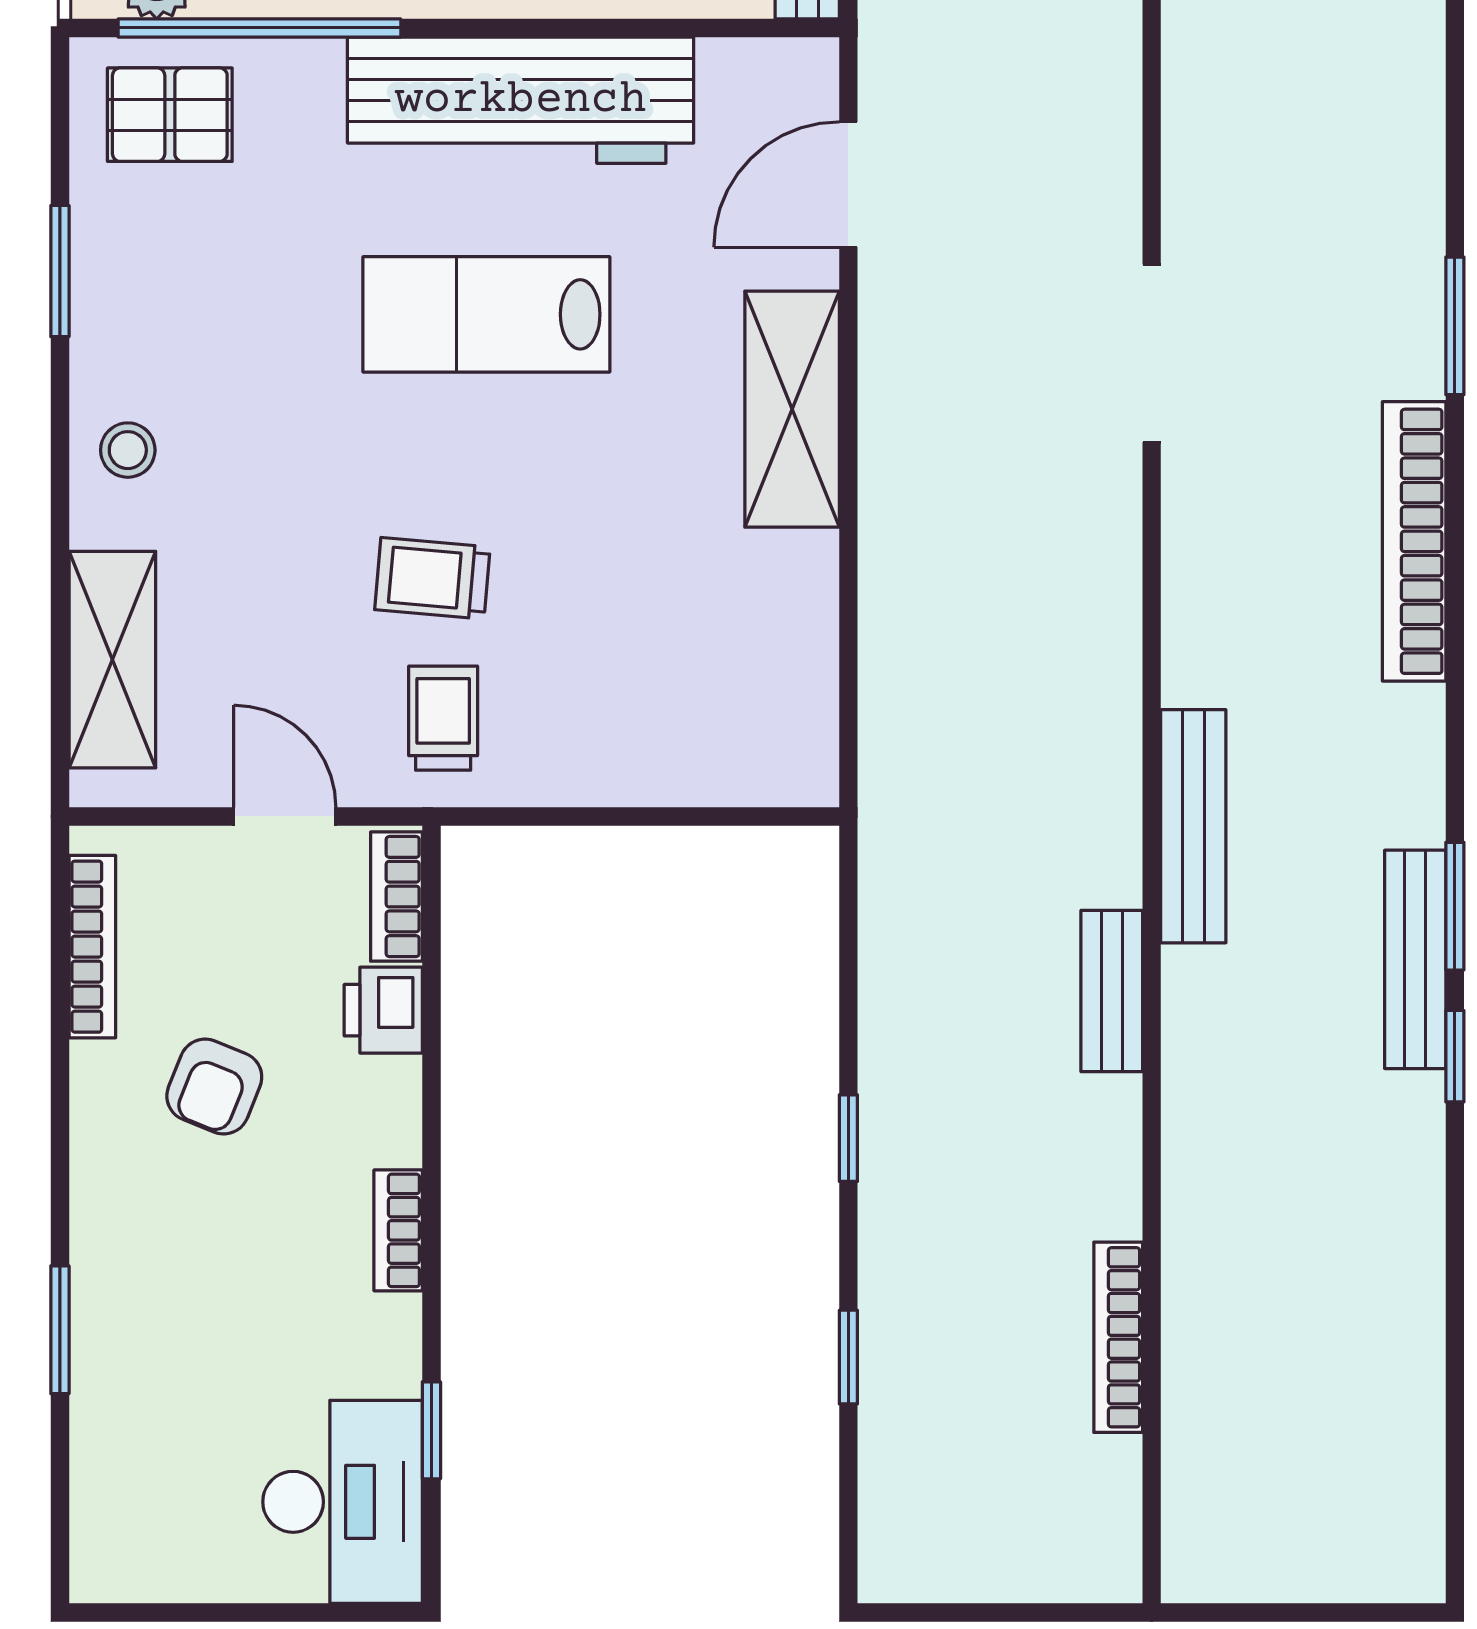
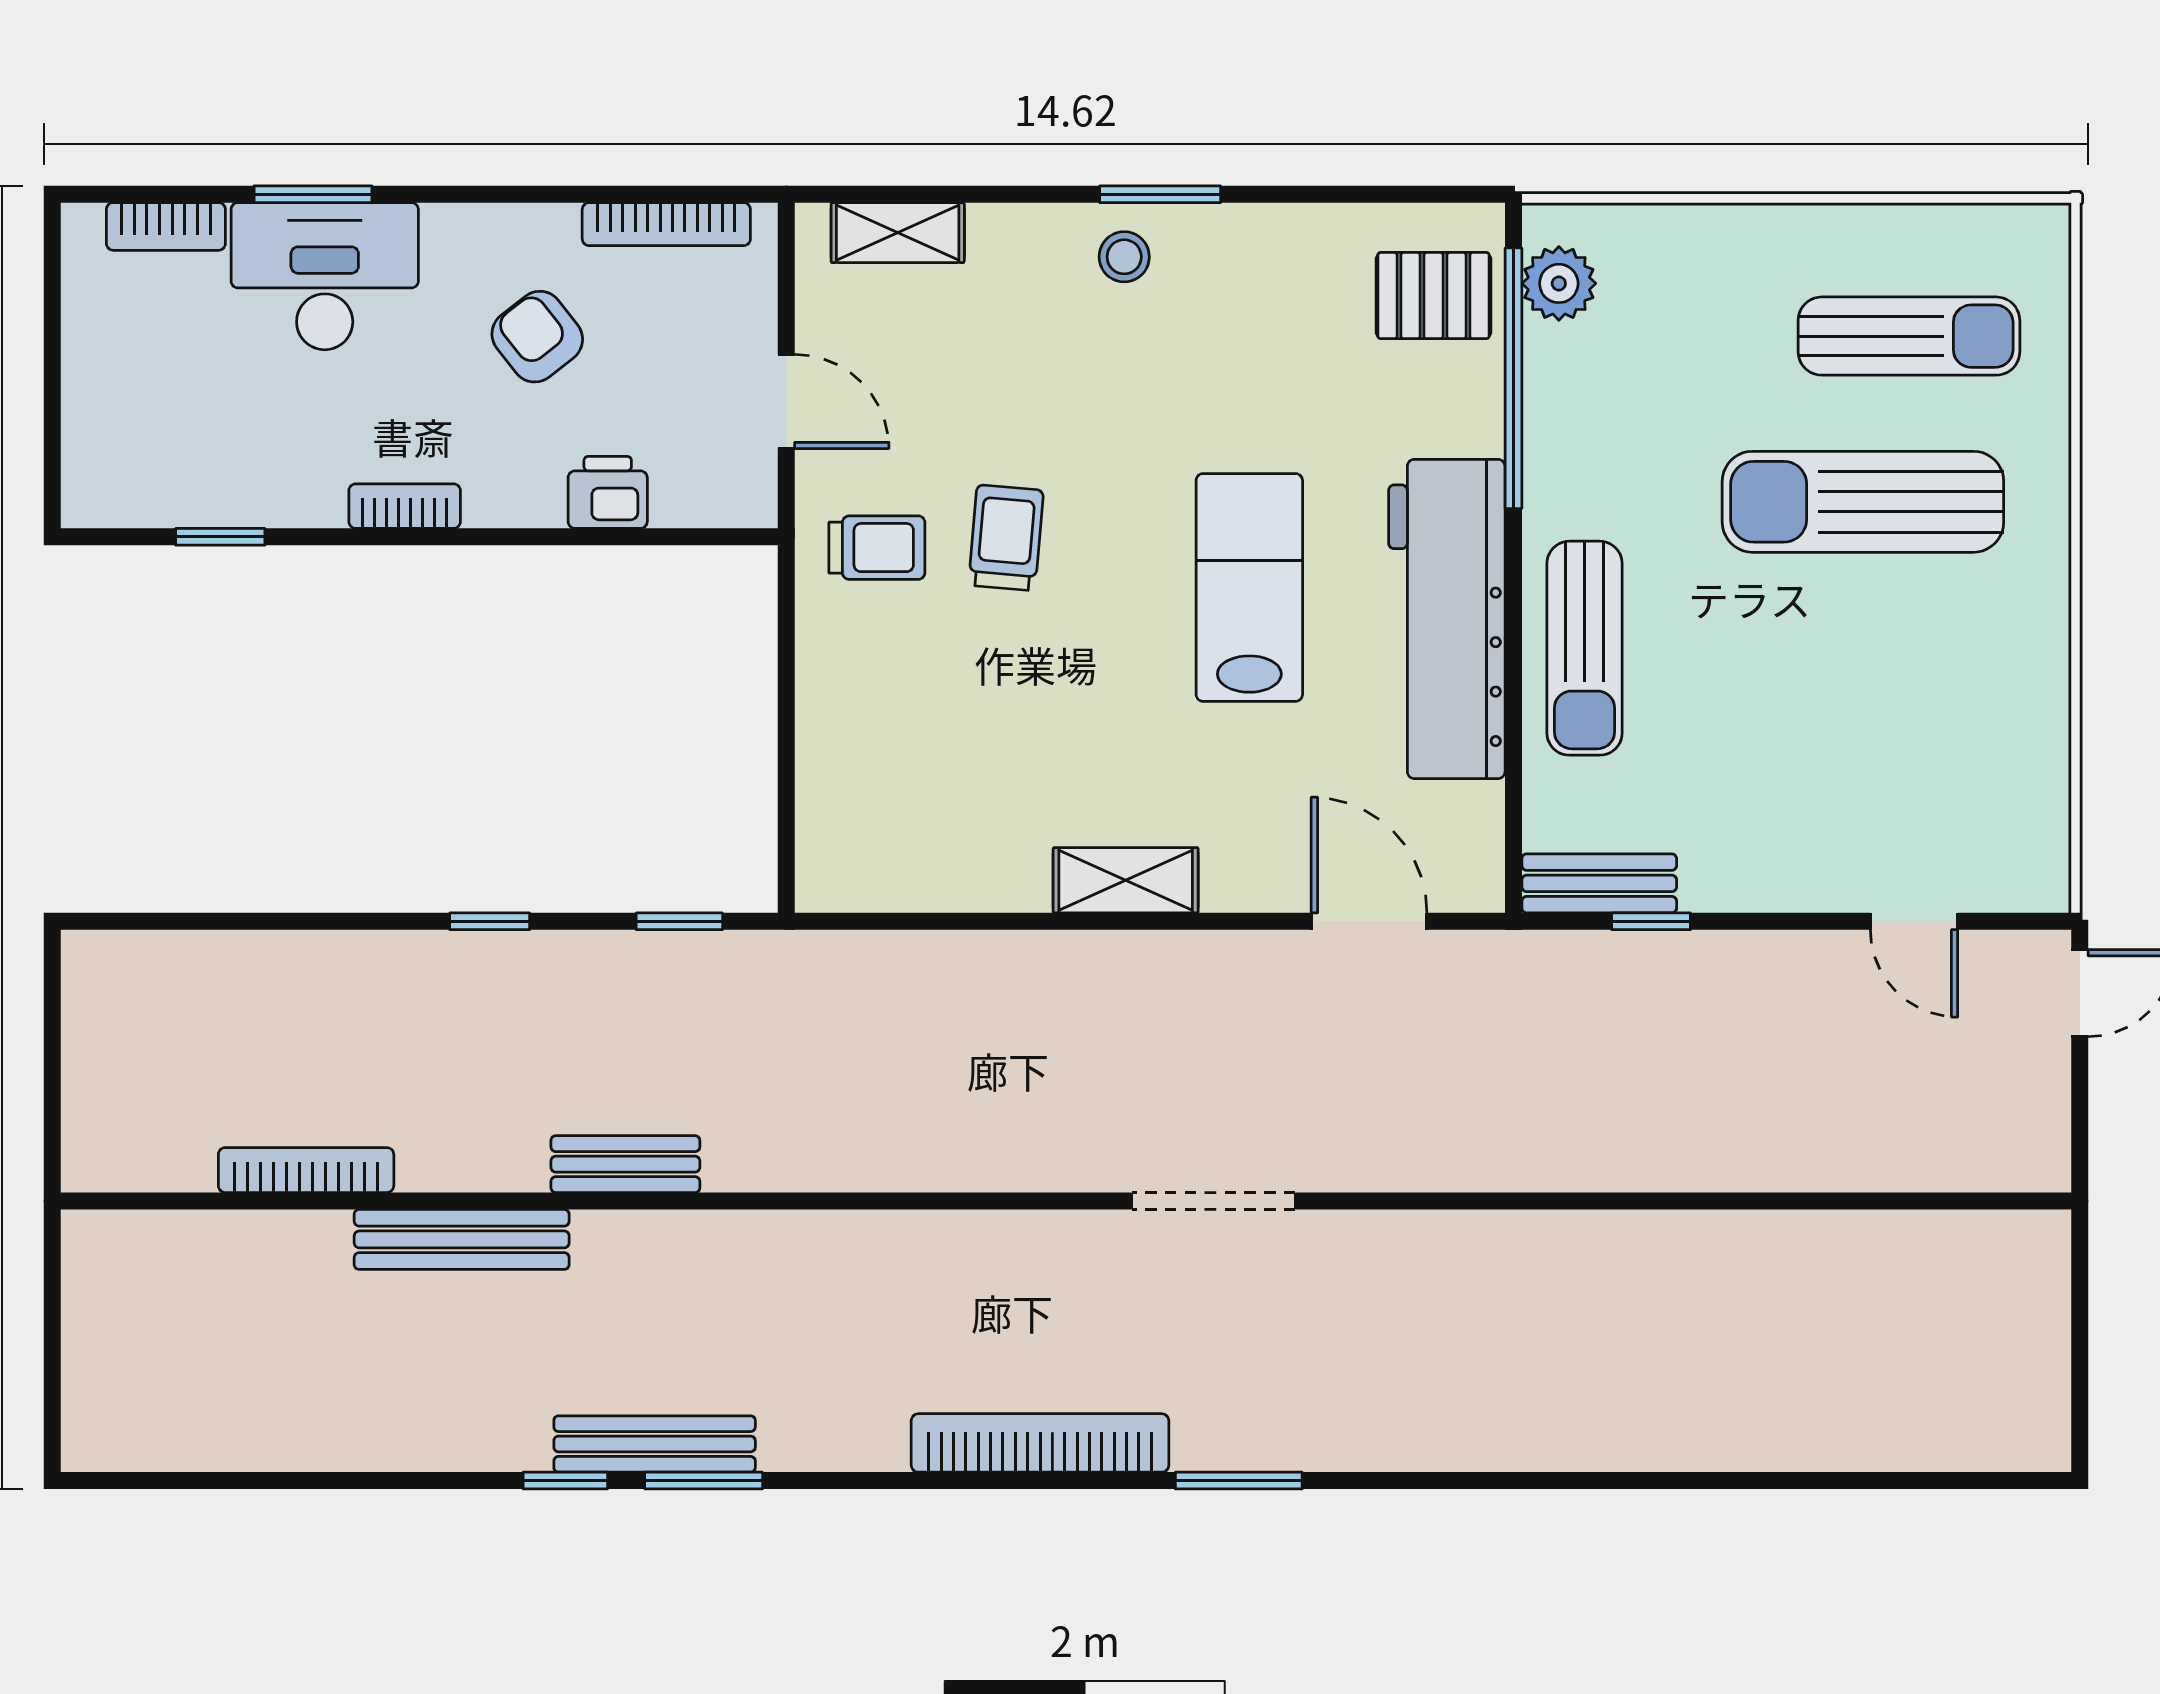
pallet: (170, 115) -> (1433, 296), turned 90
window: (60, 271) -> (1160, 194), moved
shelving: (792, 409) -> (1126, 880), width x0.67, depth x0.75
shelving: (112, 660) -> (898, 233), width x0.67, depth x0.75
door: (285, 816) -> (786, 402), hinge flipped
bench: (1193, 826) -> (462, 1239), moved
bookcase: (396, 897) -> (166, 226), moved, turned 180
armchair: (214, 1087) -> (537, 337), turned 30
window: (848, 1357) -> (679, 921), moved
desk: (343, 1502) -> (325, 276), moved, turned 180

